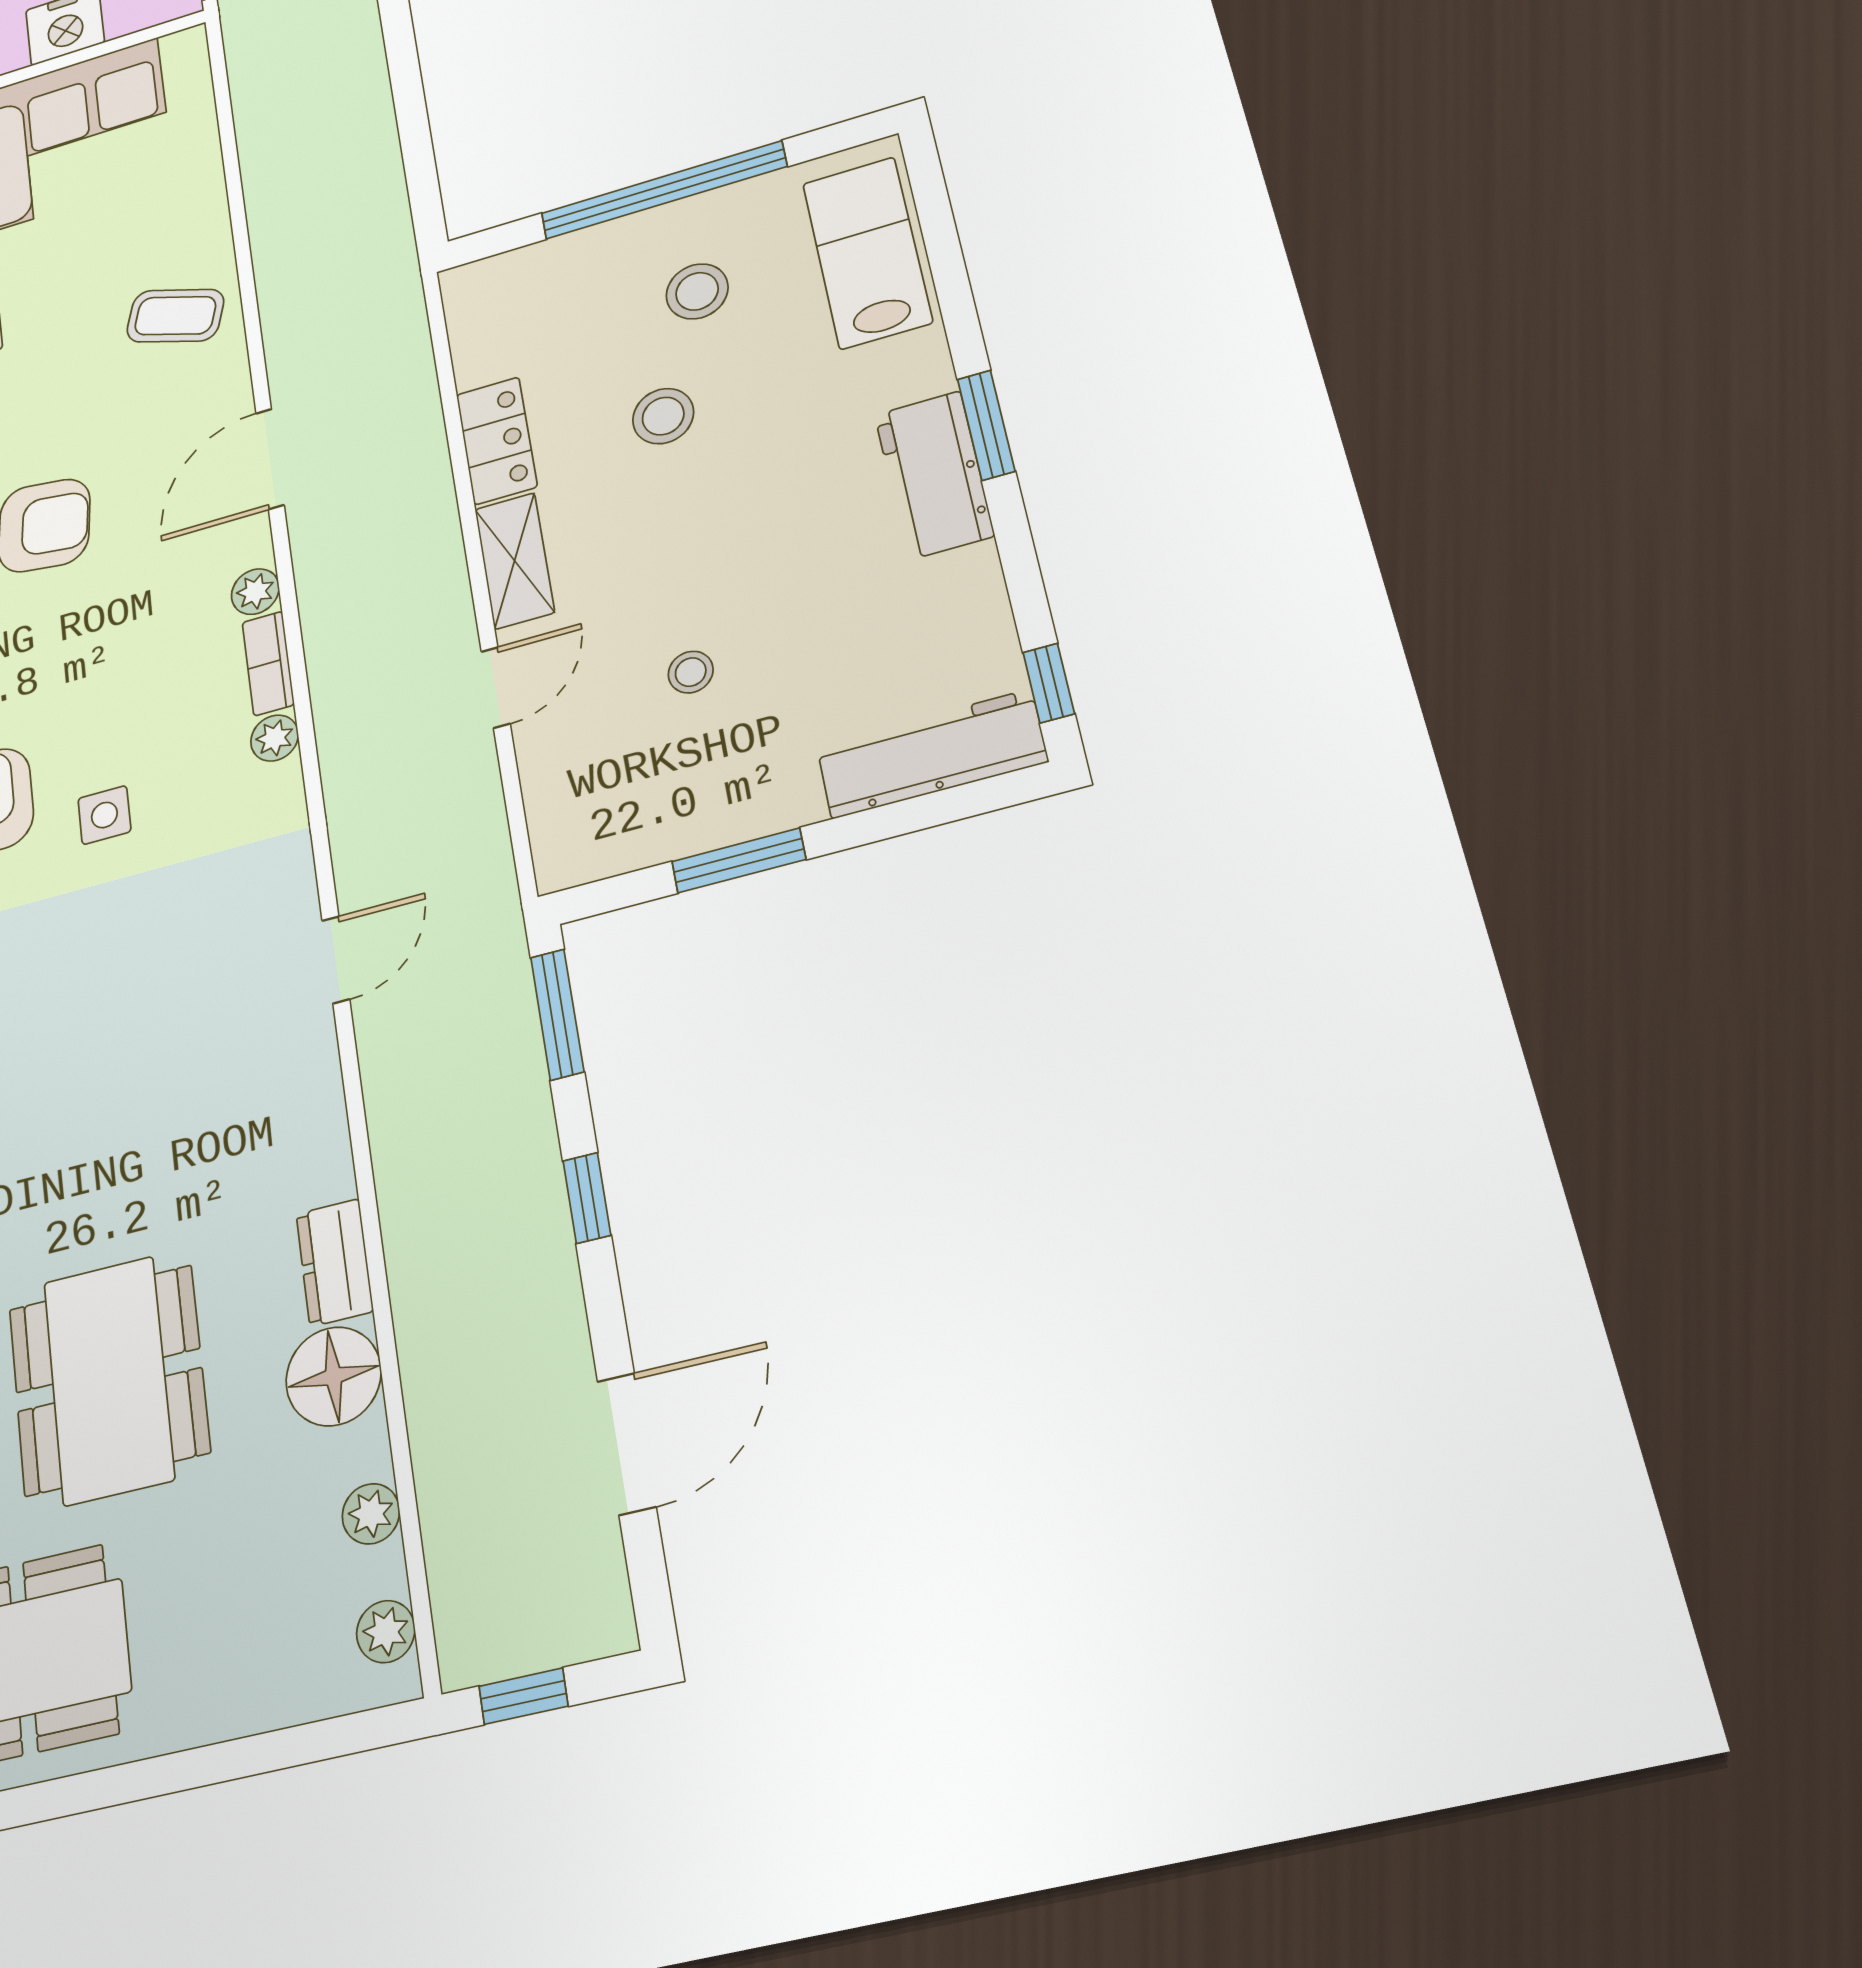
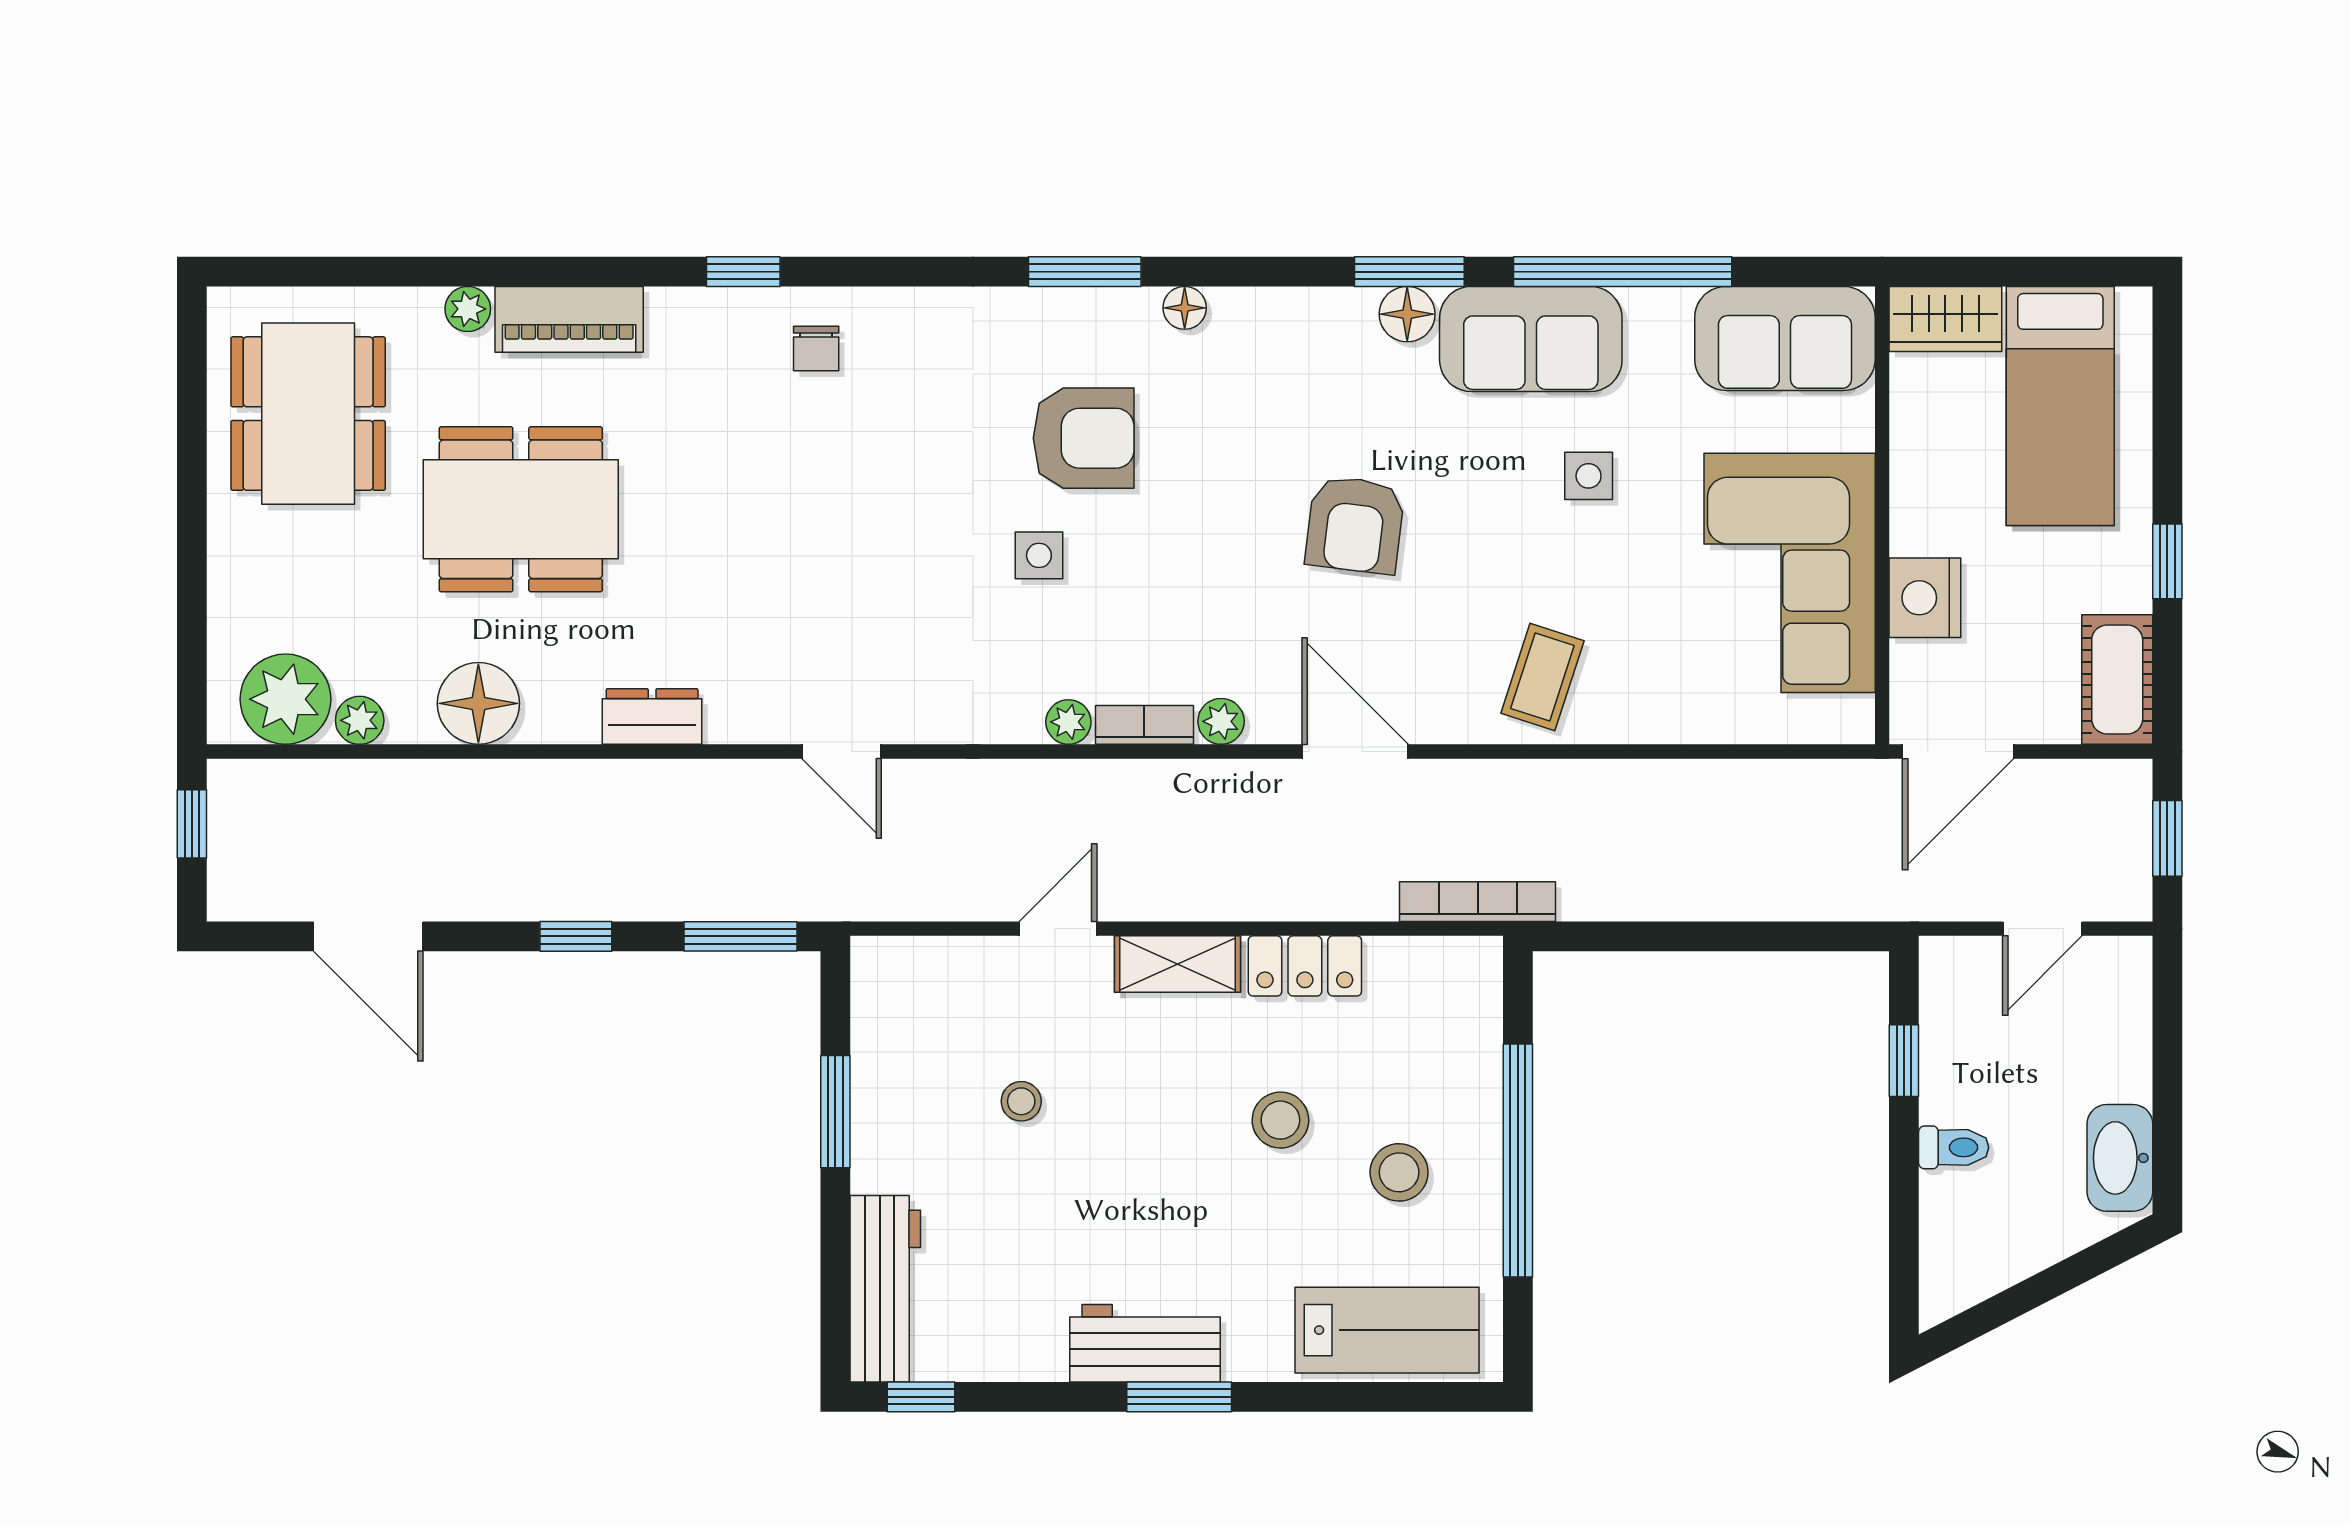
bookcase: (406, 305) -> (1478, 902), added
door: (496, 687) -> (1058, 929), swing flipped
dresser: (335, 1263) -> (652, 716), moved
plant: (386, 1632) -> (286, 699), width x1.87, depth x1.87

